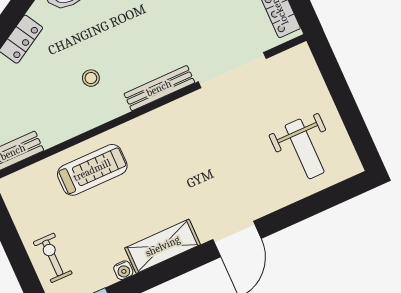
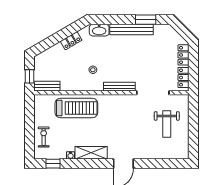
weight bench: (305, 149) -> (167, 124), moved
treadmill: (92, 170) -> (76, 108), width x1.37, depth x1.38

